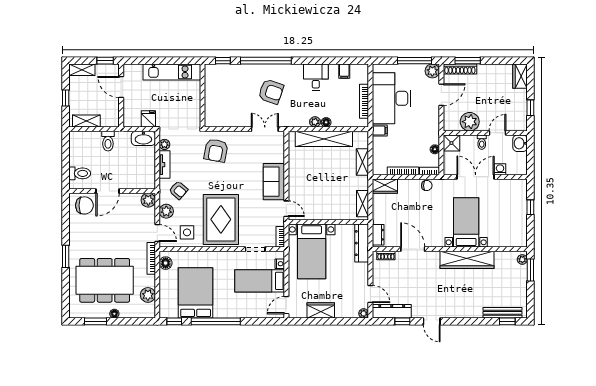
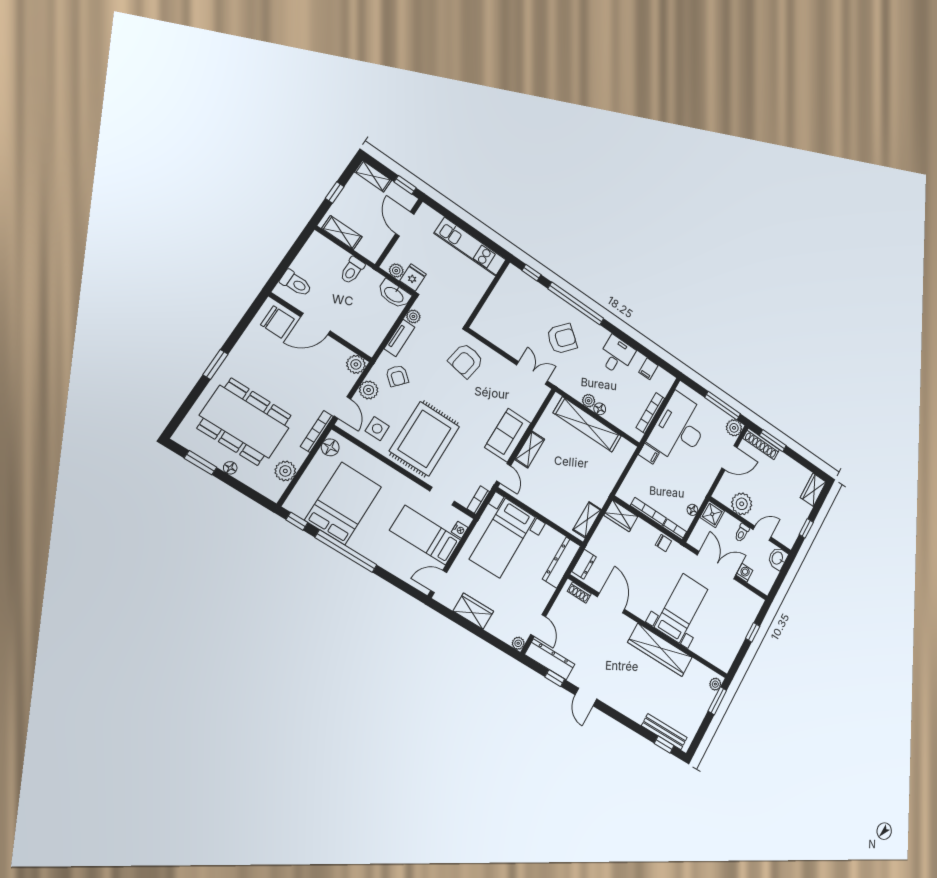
armchair: (271, 92) -> (562, 339), turned -68
plant: (135, 122) -> (396, 271), added
shelving: (362, 162) -> (530, 449), moved

